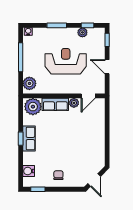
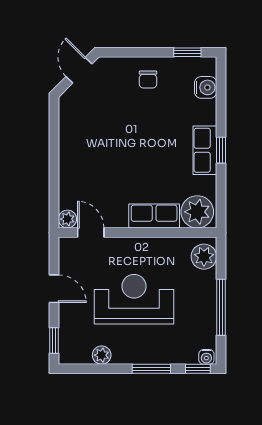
window: (87, 25) -> (198, 369), moved
reception desk: (66, 61) -> (134, 299), turned 180
door: (88, 96) -> (91, 232), hinge flipped
plant: (74, 103) -> (67, 219), moved

